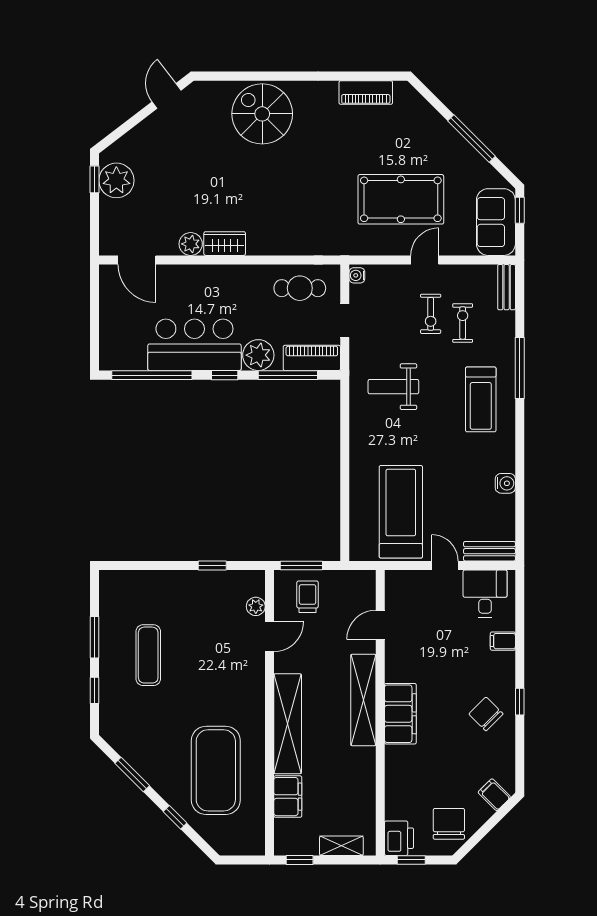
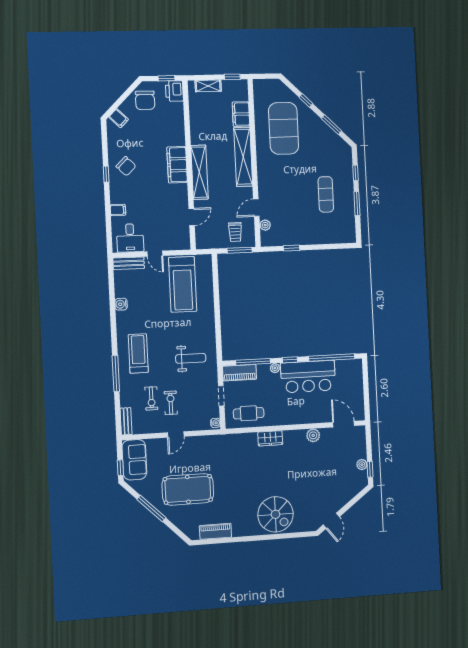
plant: (116, 180) -> (362, 465), width x0.53, depth x0.53
pool table: (401, 199) -> (188, 489), moved
wardrobe: (225, 244) -> (270, 438), moved
plant: (258, 355) -> (275, 368), width x0.53, depth x0.53

